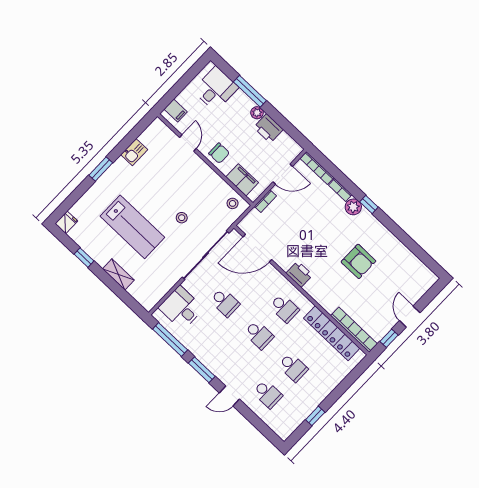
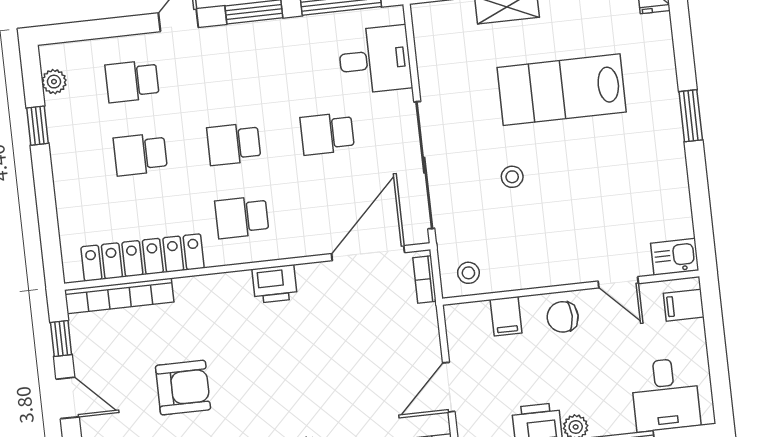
kitchen sink: (134, 152) -> (675, 257), moved, turned 90
filing cabinet: (242, 180) -> (506, 316), width x0.50
bookcase: (265, 201) -> (425, 279), moved
armchair: (358, 261) -> (183, 388), moved, turned 180
plant: (293, 424) -> (54, 82), added

